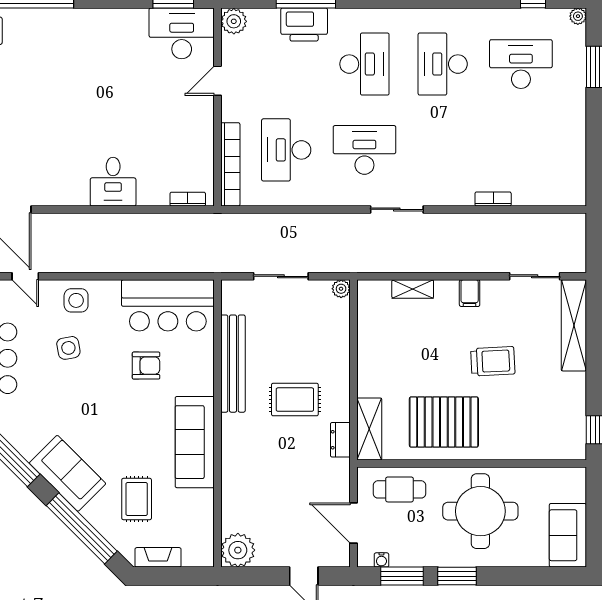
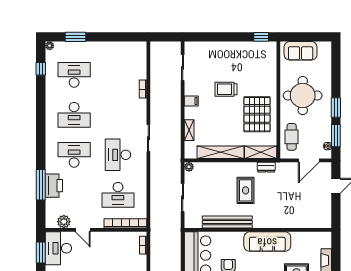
plant: (234, 21) -> (64, 222), moved
desk: (521, 64) -> (74, 75), turned 90
shelving: (574, 325) -> (220, 152), moved
trolley: (493, 361) -> (226, 89), turned -87
sofa: (568, 535) -> (301, 51), moved
plant: (238, 550) -> (323, 220), removed

